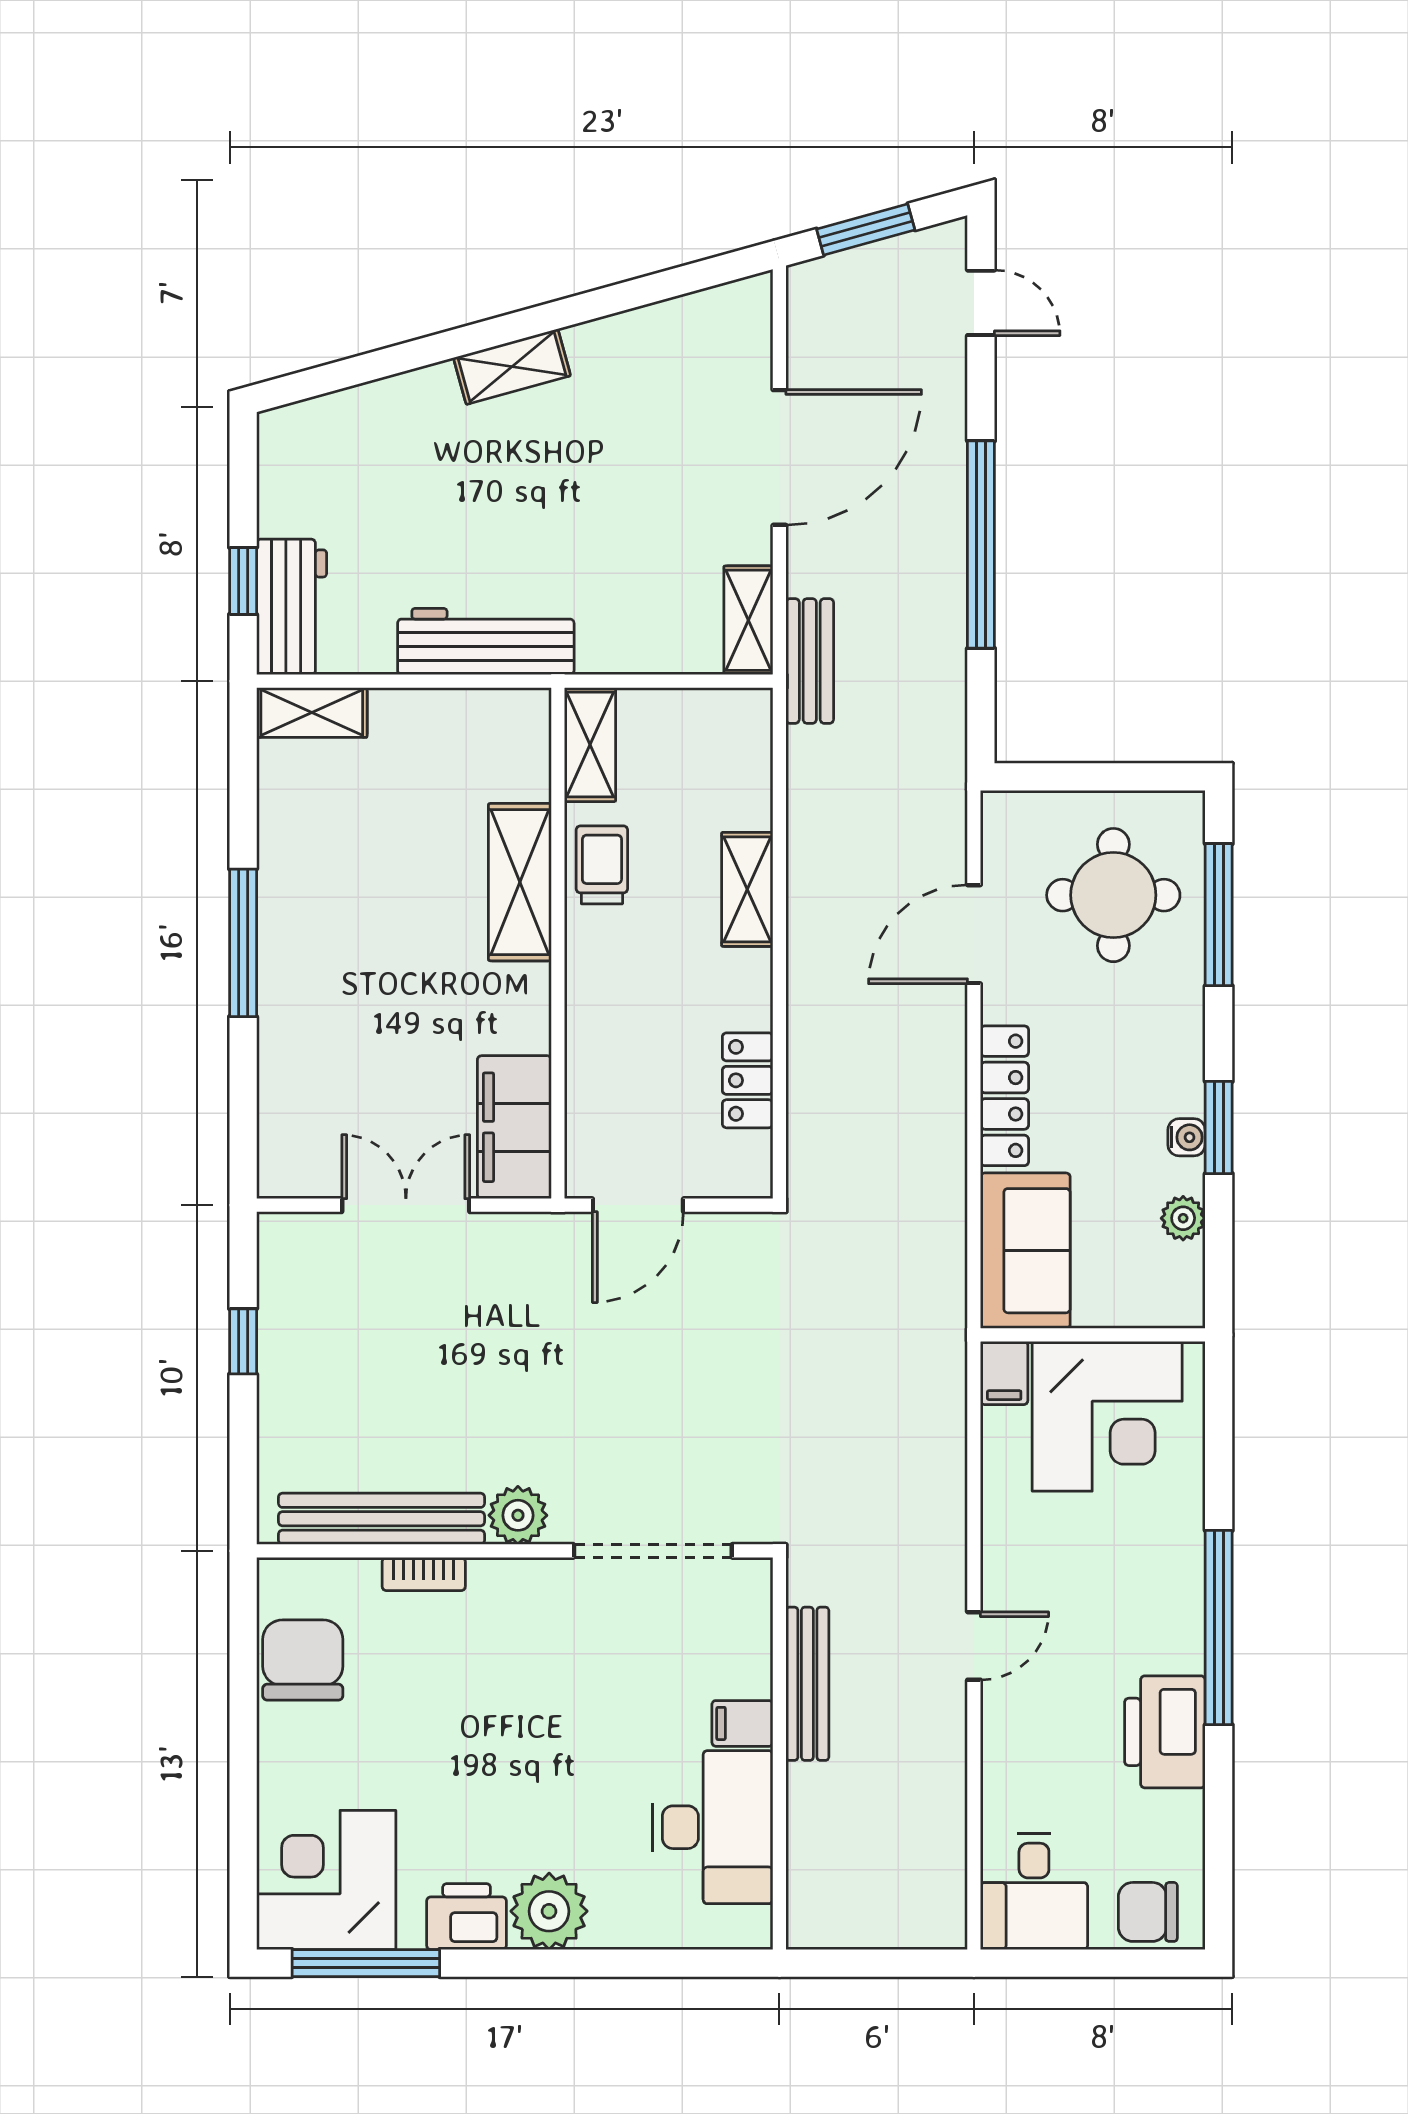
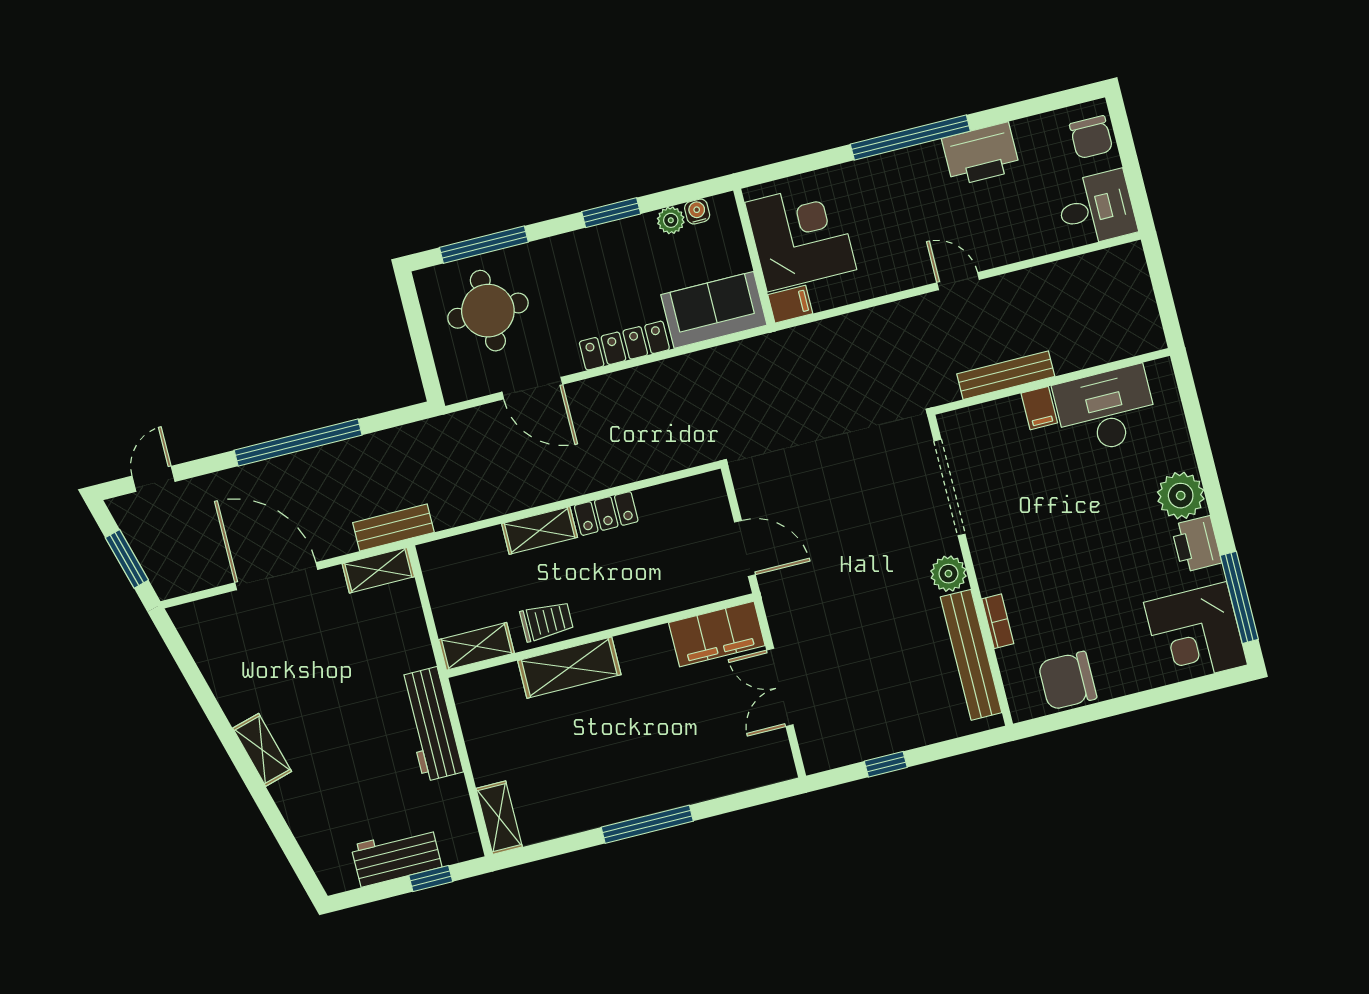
workbench: (292, 607) -> (396, 856), moved
trolley: (602, 865) -> (547, 621), turned 180
locker: (748, 1080) -> (606, 514), moved
water cooler: (1187, 1137) -> (697, 212), moved

